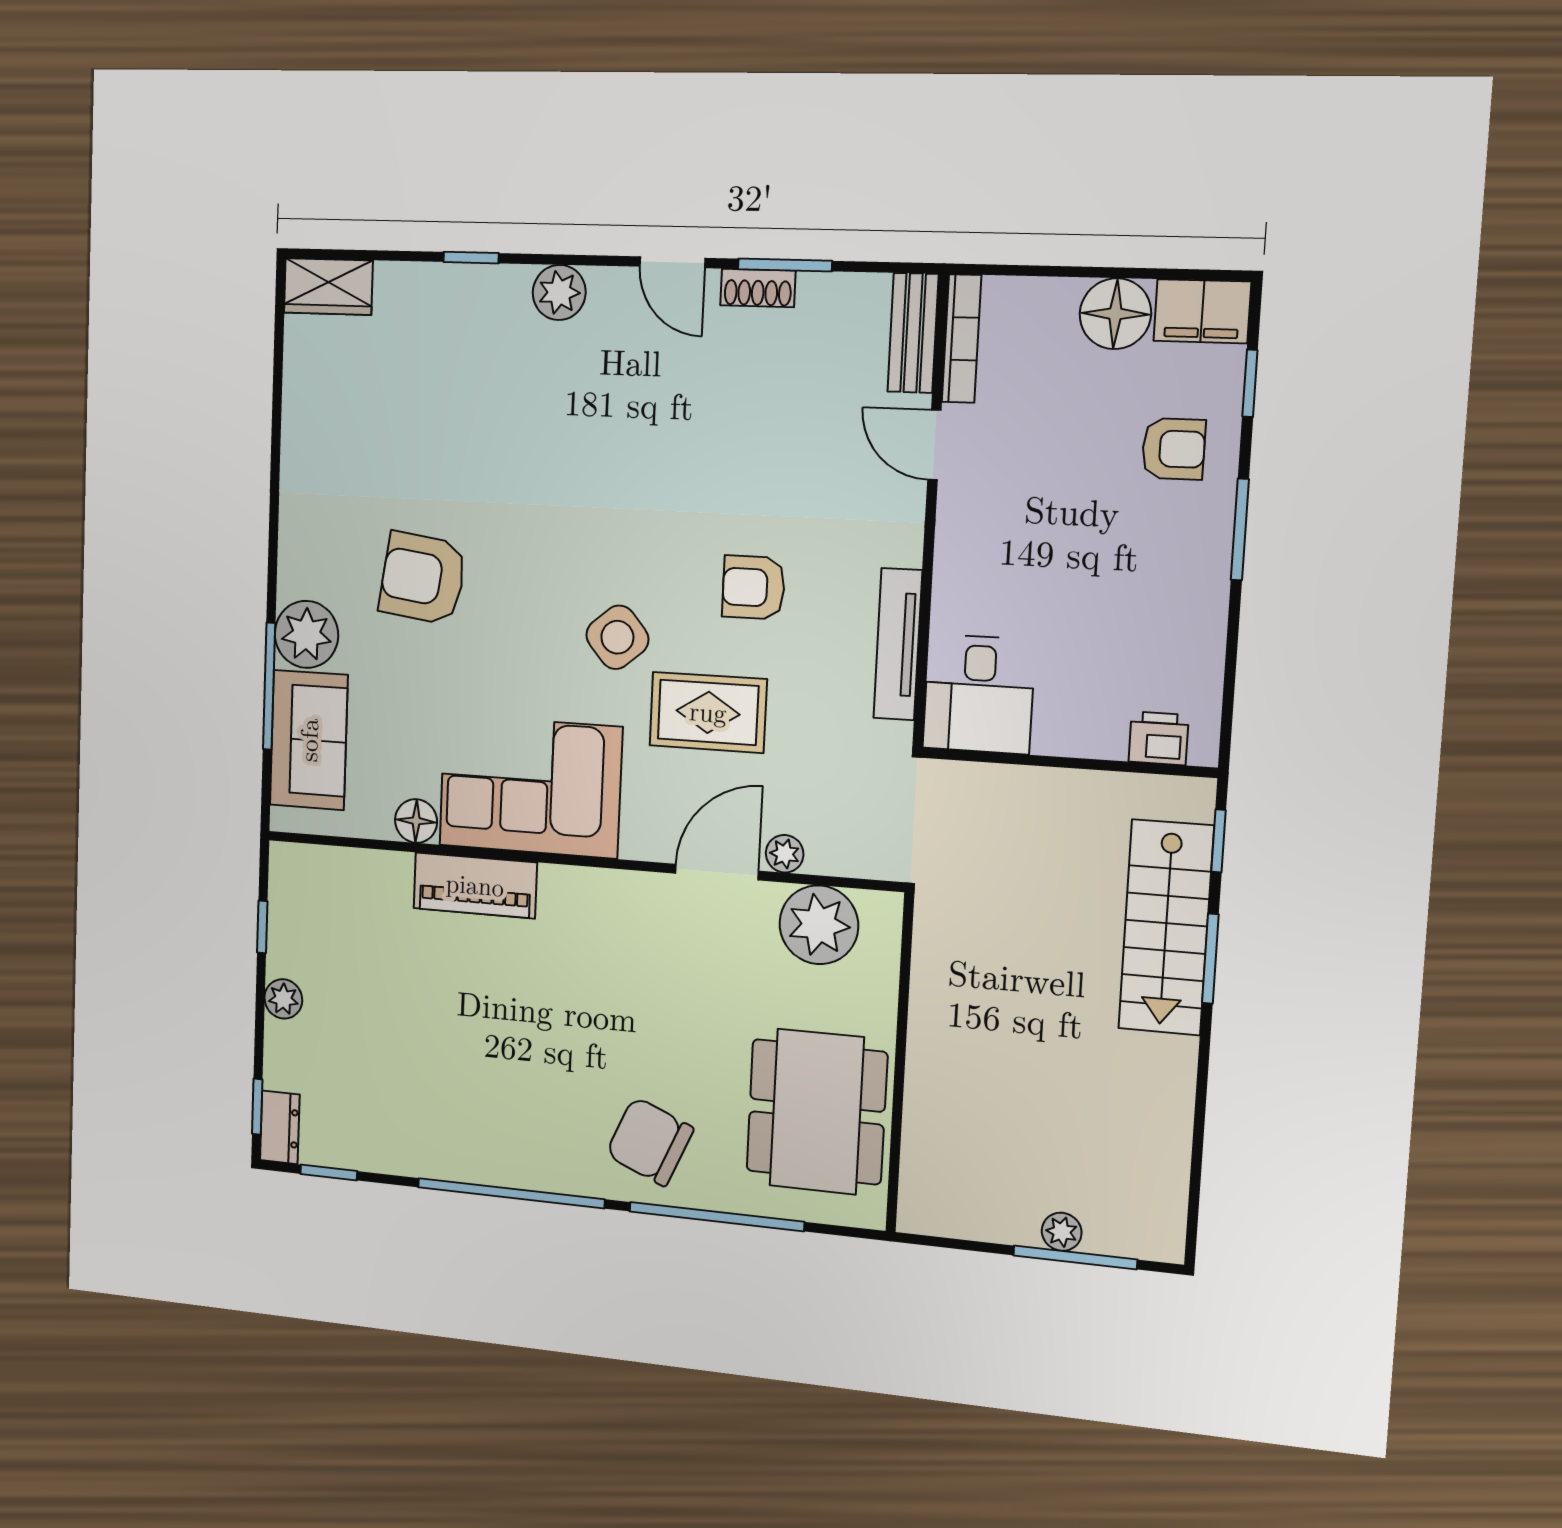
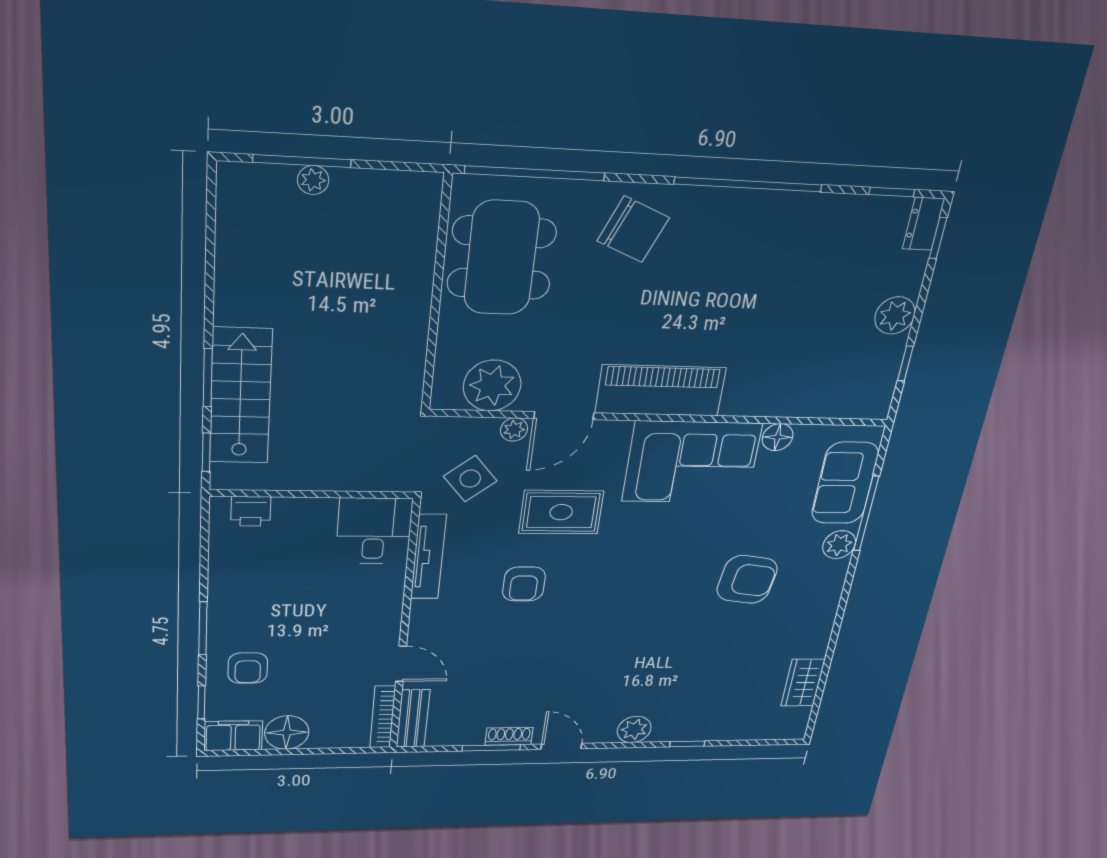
wardrobe: (328, 287) -> (803, 683), moved, turned -90
armchair: (1174, 449) -> (248, 668), turned -90
armchair: (753, 587) -> (524, 584), turned 90
plant: (306, 634) -> (839, 545), width x0.73, depth x0.73
side table: (617, 637) -> (470, 479), moved
piano: (475, 885) -> (661, 390), moved, width x1.37, depth x1.33
plant: (283, 999) -> (895, 315), width x1.38, depth x1.38
window: (716, 1217) -> (535, 173), moved

